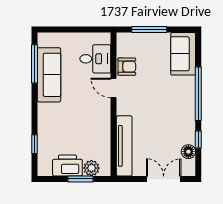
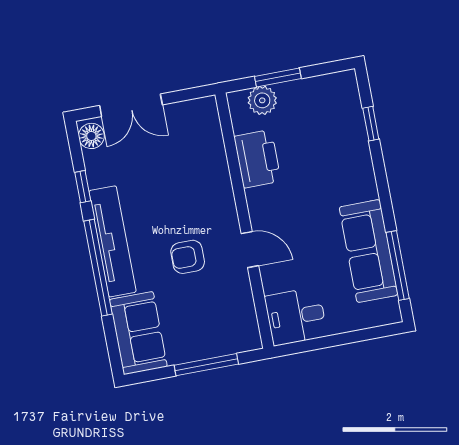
desk: (95, 59) -> (296, 316), moved
armchair: (127, 67) -> (188, 257), moved
tv unit: (124, 146) -> (112, 241), moved, turned 180
floor lamp: (188, 152) -> (91, 136), moved
printer: (67, 165) -> (257, 159), moved, turned -90

